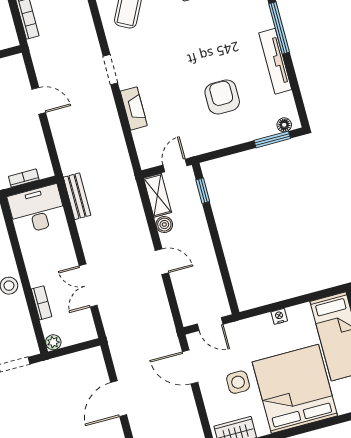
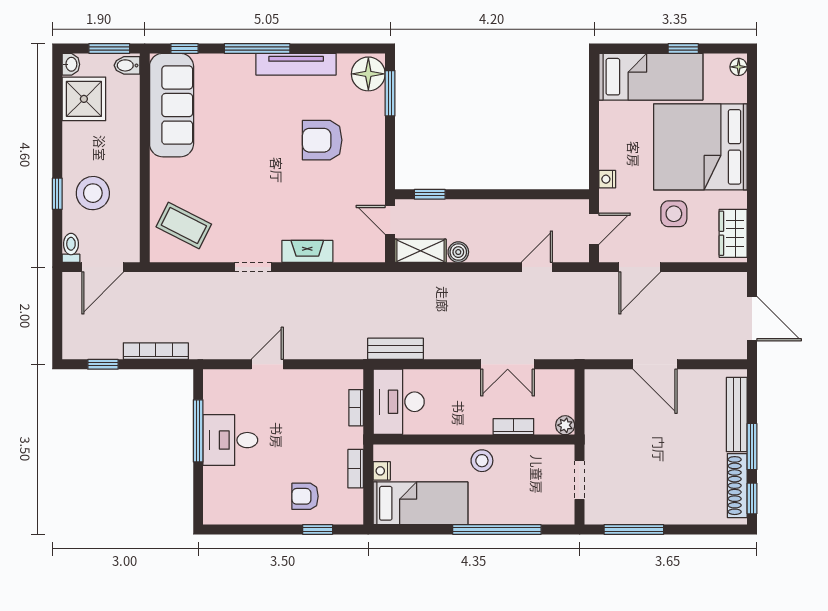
floor lamp: (284, 125) -> (368, 74), width x1.89, depth x1.89
door: (162, 262) -> (537, 267), moved
nightstand: (279, 316) -> (607, 179), moved

